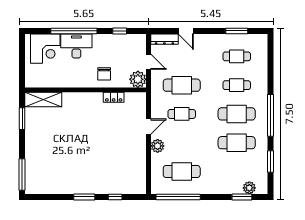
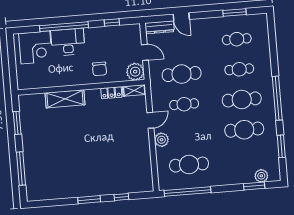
shelving: (135, 97) -> (134, 90), added
shelving: (43, 100) -> (65, 99), moved
window: (22, 174) -> (21, 168), moved

